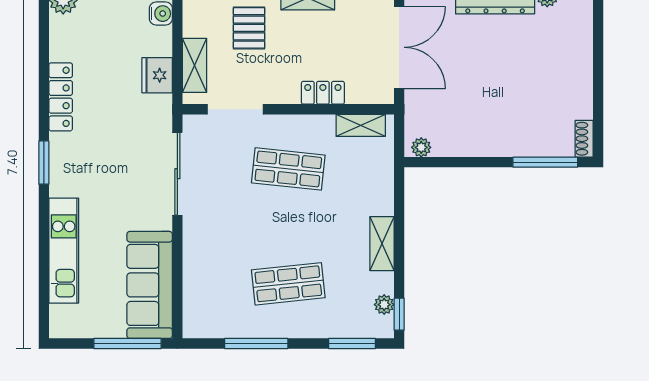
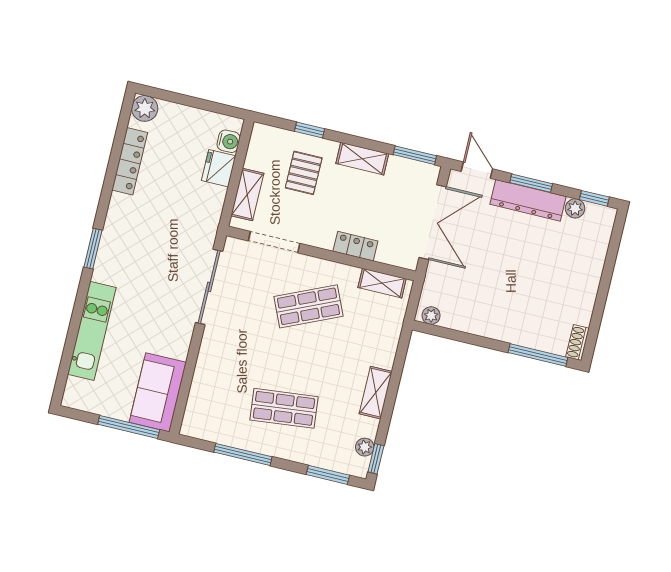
fridge: (157, 75) -> (219, 168), moved
locker: (61, 97) -> (130, 161), moved
shop shelf: (288, 169) -> (308, 306), turned -30
sofa: (150, 285) -> (158, 392), width x0.73

